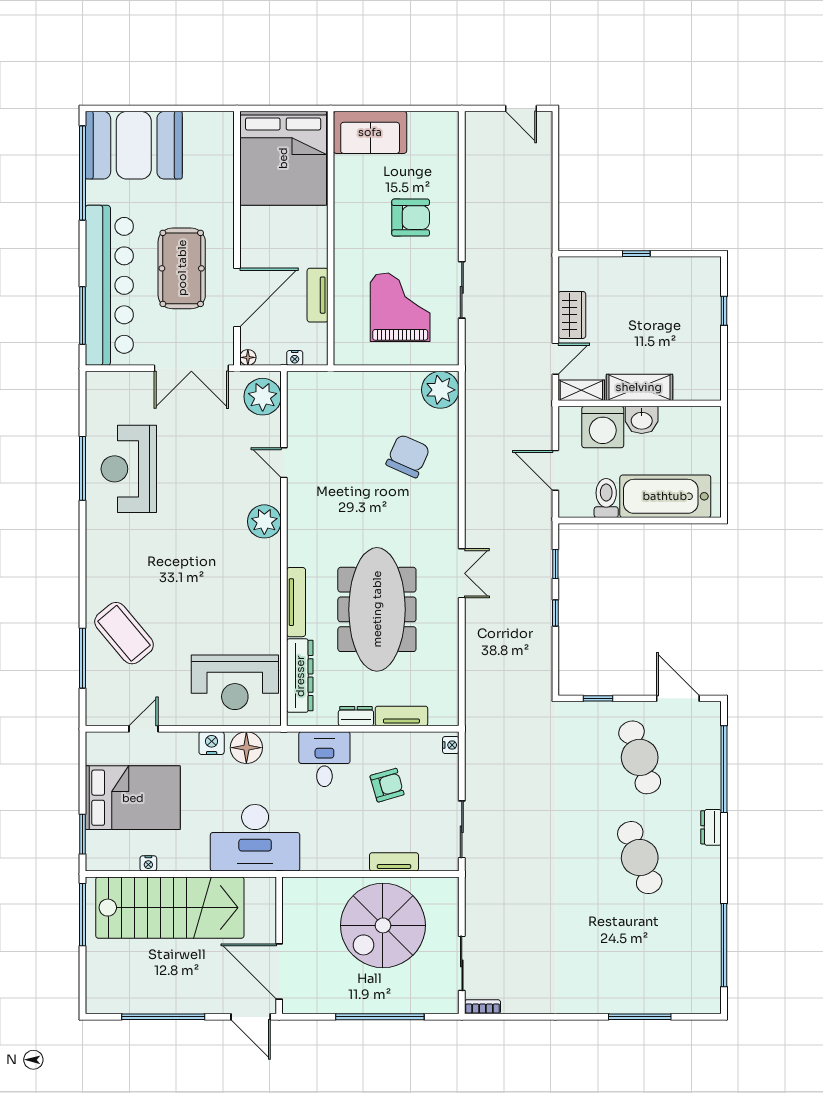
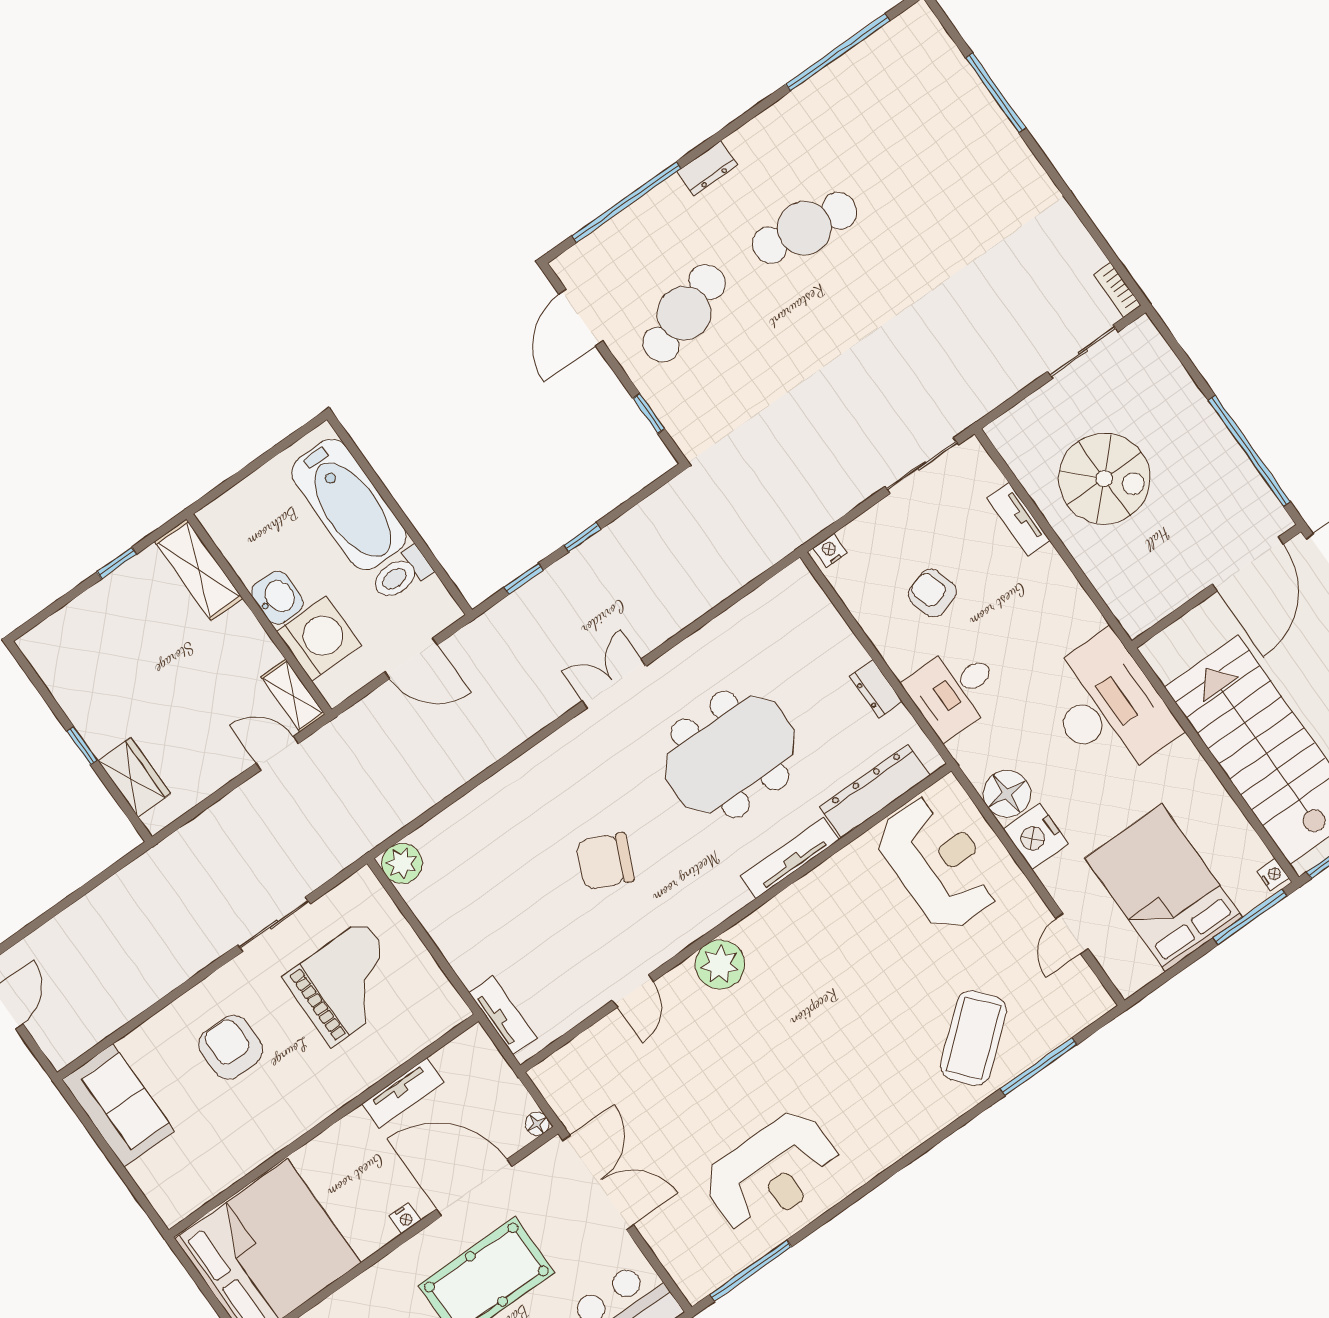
sofa: (370, 132) -> (118, 1105), moved
grand piano: (400, 307) -> (347, 983), turned 180
window: (724, 311) -> (117, 563), moved
wardrobe: (572, 315) -> (134, 777), moved, turned 90
nightstand: (295, 358) -> (405, 1218), moved, turned 90
shelving: (639, 387) -> (199, 570), moved
plant: (440, 390) -> (402, 863), width x0.73, depth x0.73
plant: (263, 397) -> (572, 1073), removed
chair: (408, 456) -> (605, 861), moved
window: (83, 468) -> (751, 1271), moved
door: (555, 470) -> (411, 658), hinge flipped
meeting table: (377, 609) -> (730, 754), width x0.73
tv unit: (401, 716) -> (503, 1015), moved, turned 180
door: (143, 729) -> (1072, 933), hinge flipped
nightstand: (212, 743) -> (1036, 836), width x1.36, depth x1.33
window: (83, 834) -> (1250, 917), width x1.44
cafe table: (640, 858) -> (804, 228), turned 30
nightstand: (148, 863) -> (1273, 875), moved
spiral stairs: (383, 925) -> (1104, 479), width x0.73, depth x0.73
window: (380, 1017) -> (1249, 451), moved

